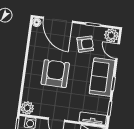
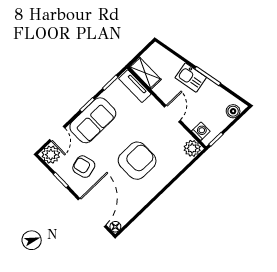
armchair: (55, 74) -> (137, 161), turned 180

